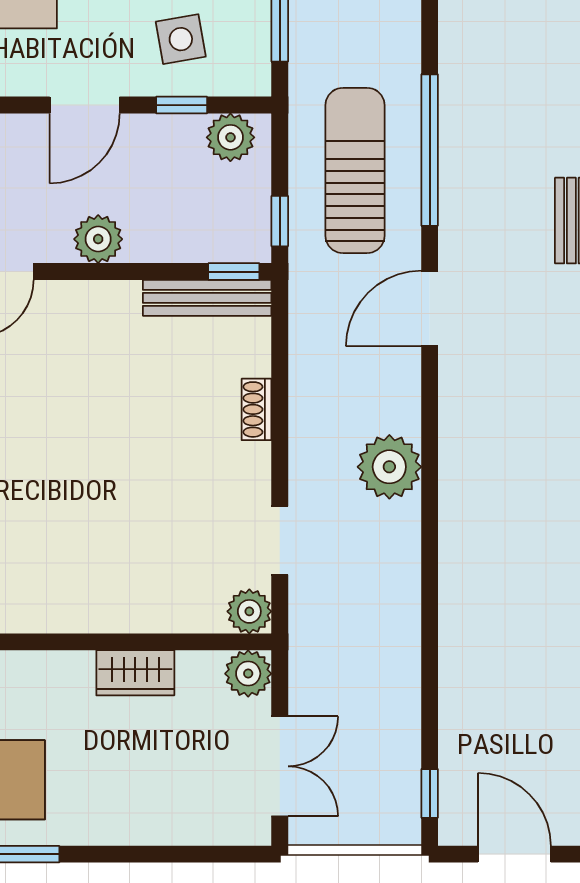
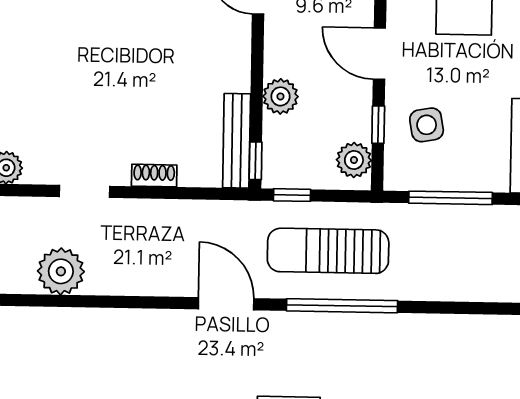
sun lounger: (355, 170) -> (328, 251), turned 180
plant: (98, 239) -> (280, 96), moved
plant: (389, 467) -> (61, 271), moved
doorway: (280, 540) -> (85, 191), moved

